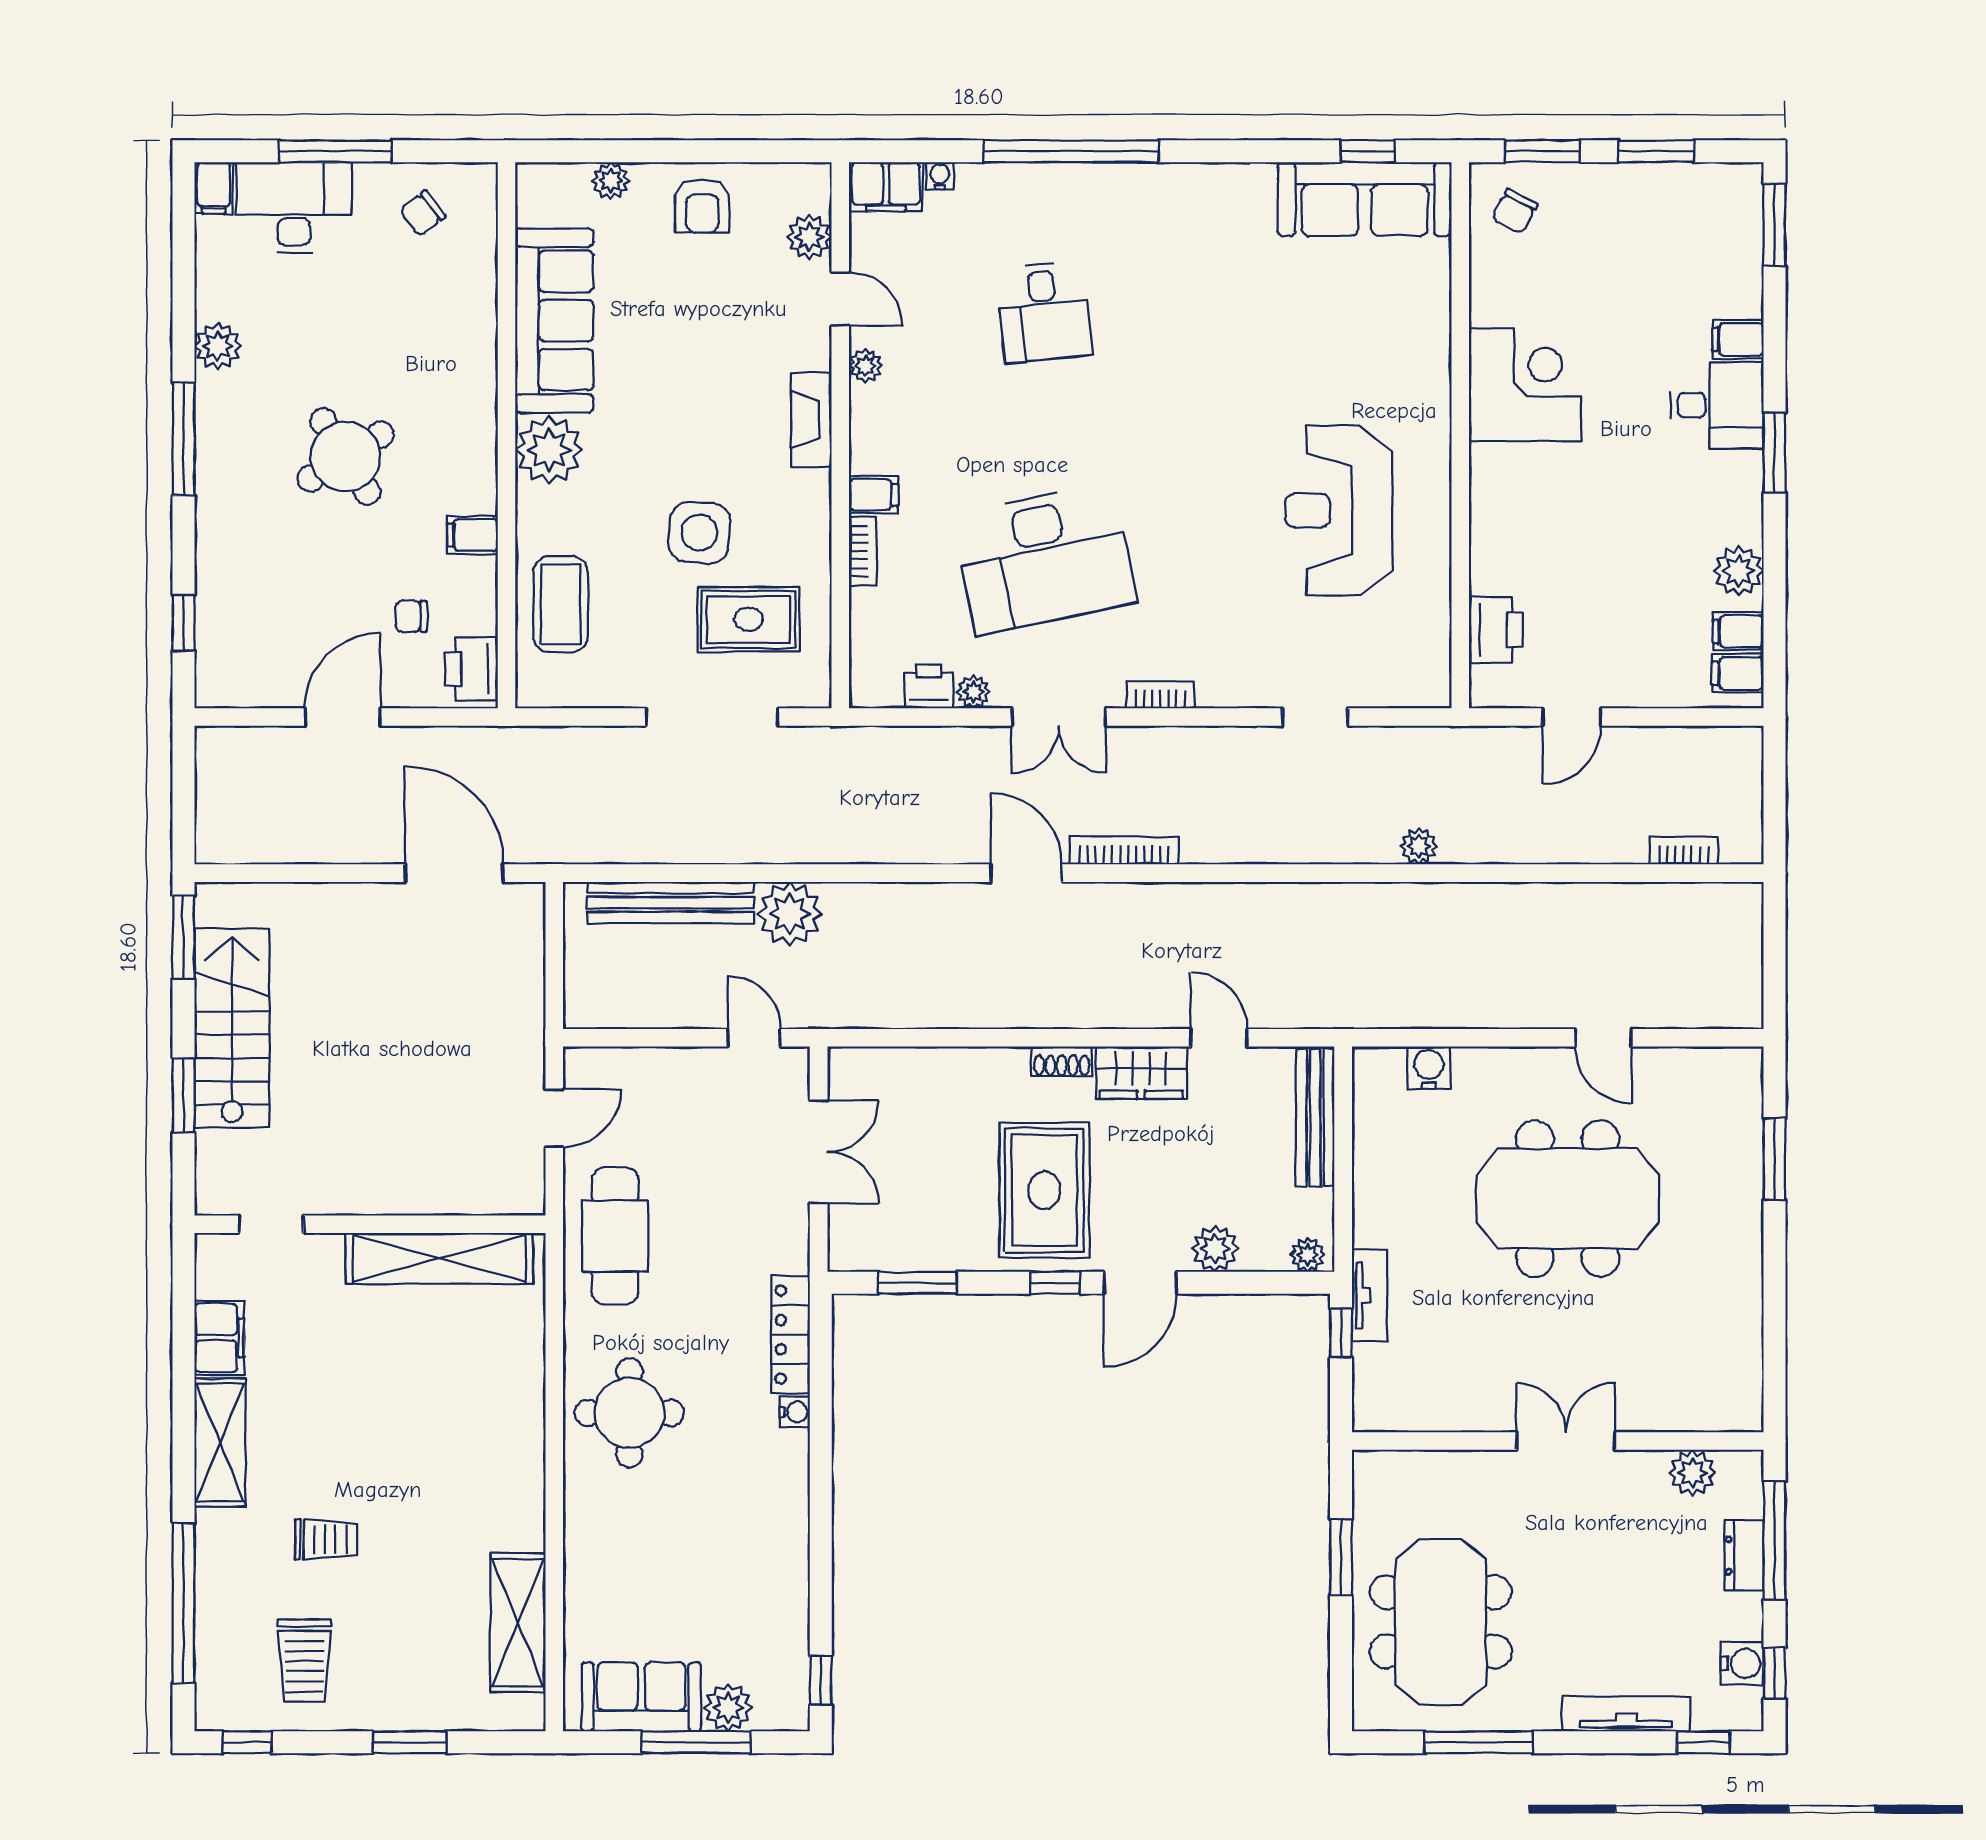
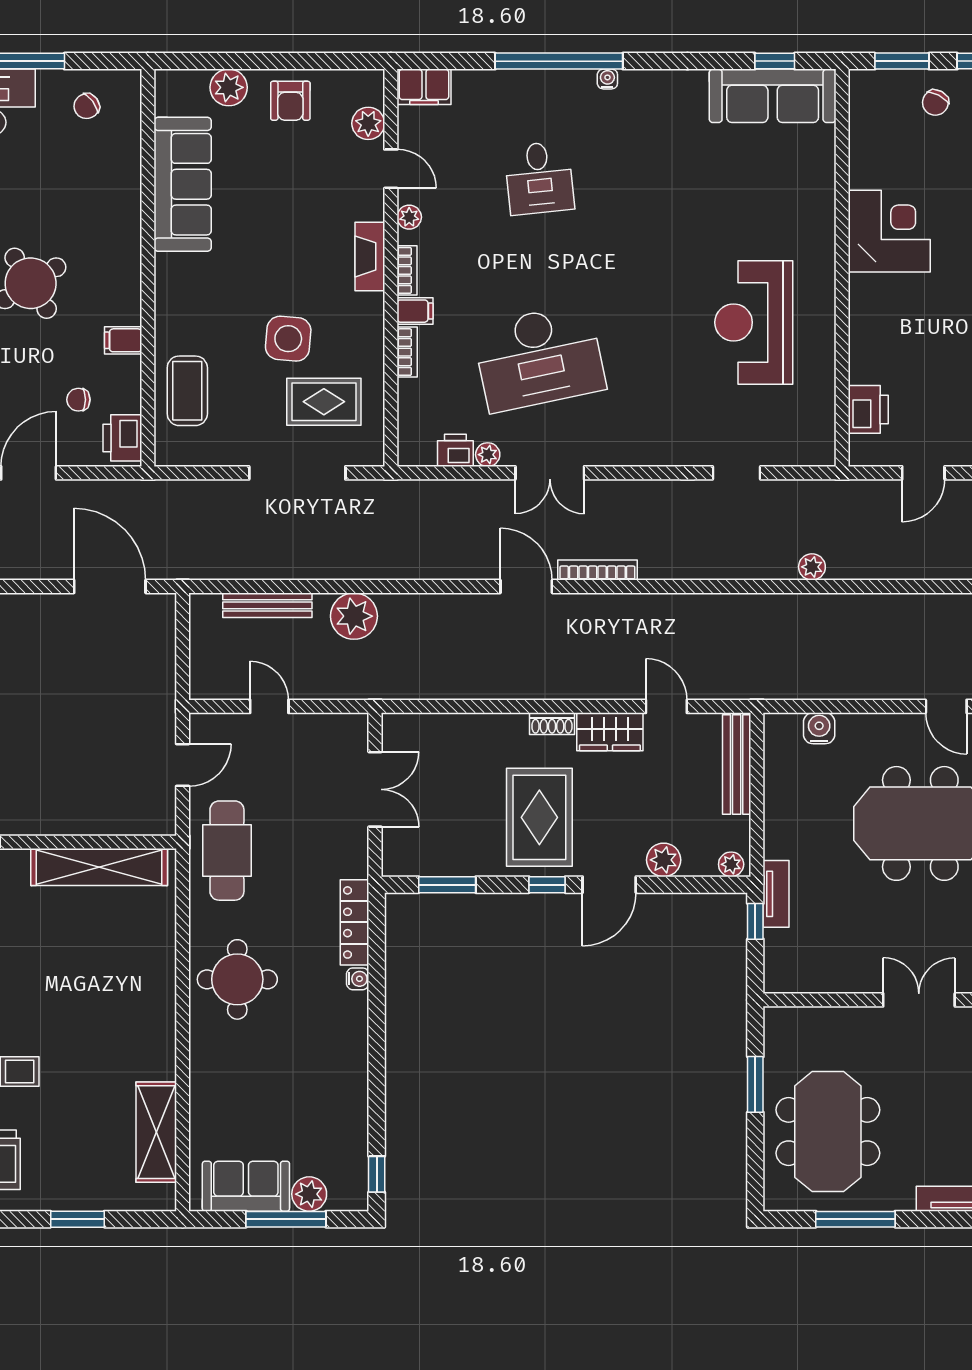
water cooler: (940, 176) -> (607, 79), moved
plant: (611, 181) -> (229, 87), width x1.38, depth x1.38
chair: (1515, 211) -> (935, 103), moved
plant: (549, 450) -> (179, 279), removed
bookcase: (1160, 695) -> (407, 270), moved, turned 90
bench: (671, 903) -> (267, 605), width x0.73, depth x0.82
door: (754, 1038) -> (269, 706), moved

